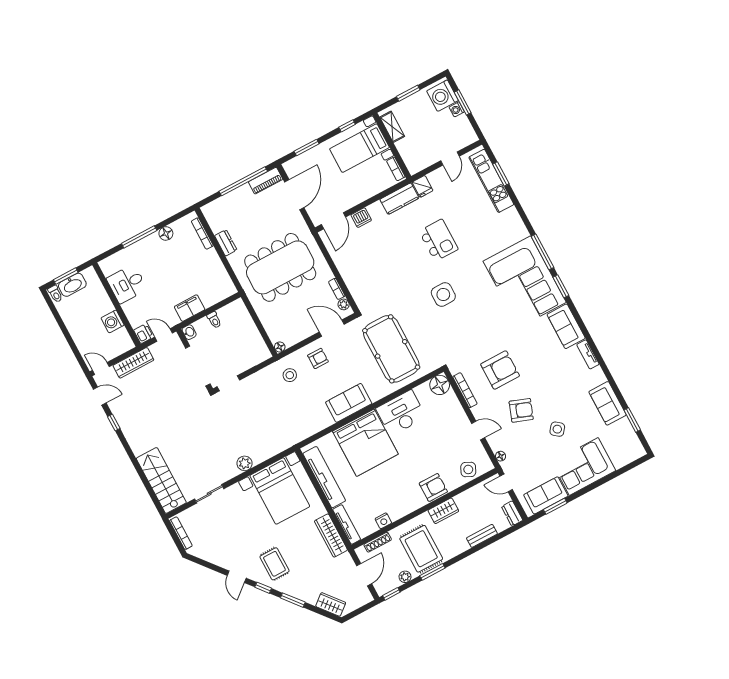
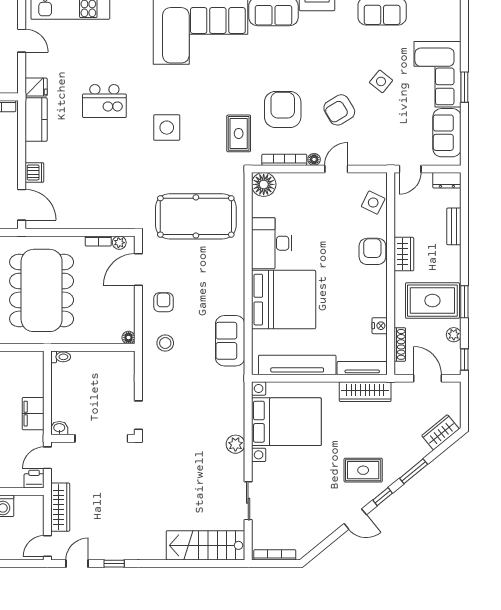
kitchen island: (438, 240) -> (104, 101), turned 180
toilet: (214, 320) -> (61, 357), moved
rug: (466, 348) -> (239, 133), added
sofa: (349, 403) -> (230, 341), moved
armchair: (521, 410) -> (339, 110), turned -141
floor lamp: (501, 456) -> (314, 159), moved
window: (555, 506) -> (464, 87), moved

